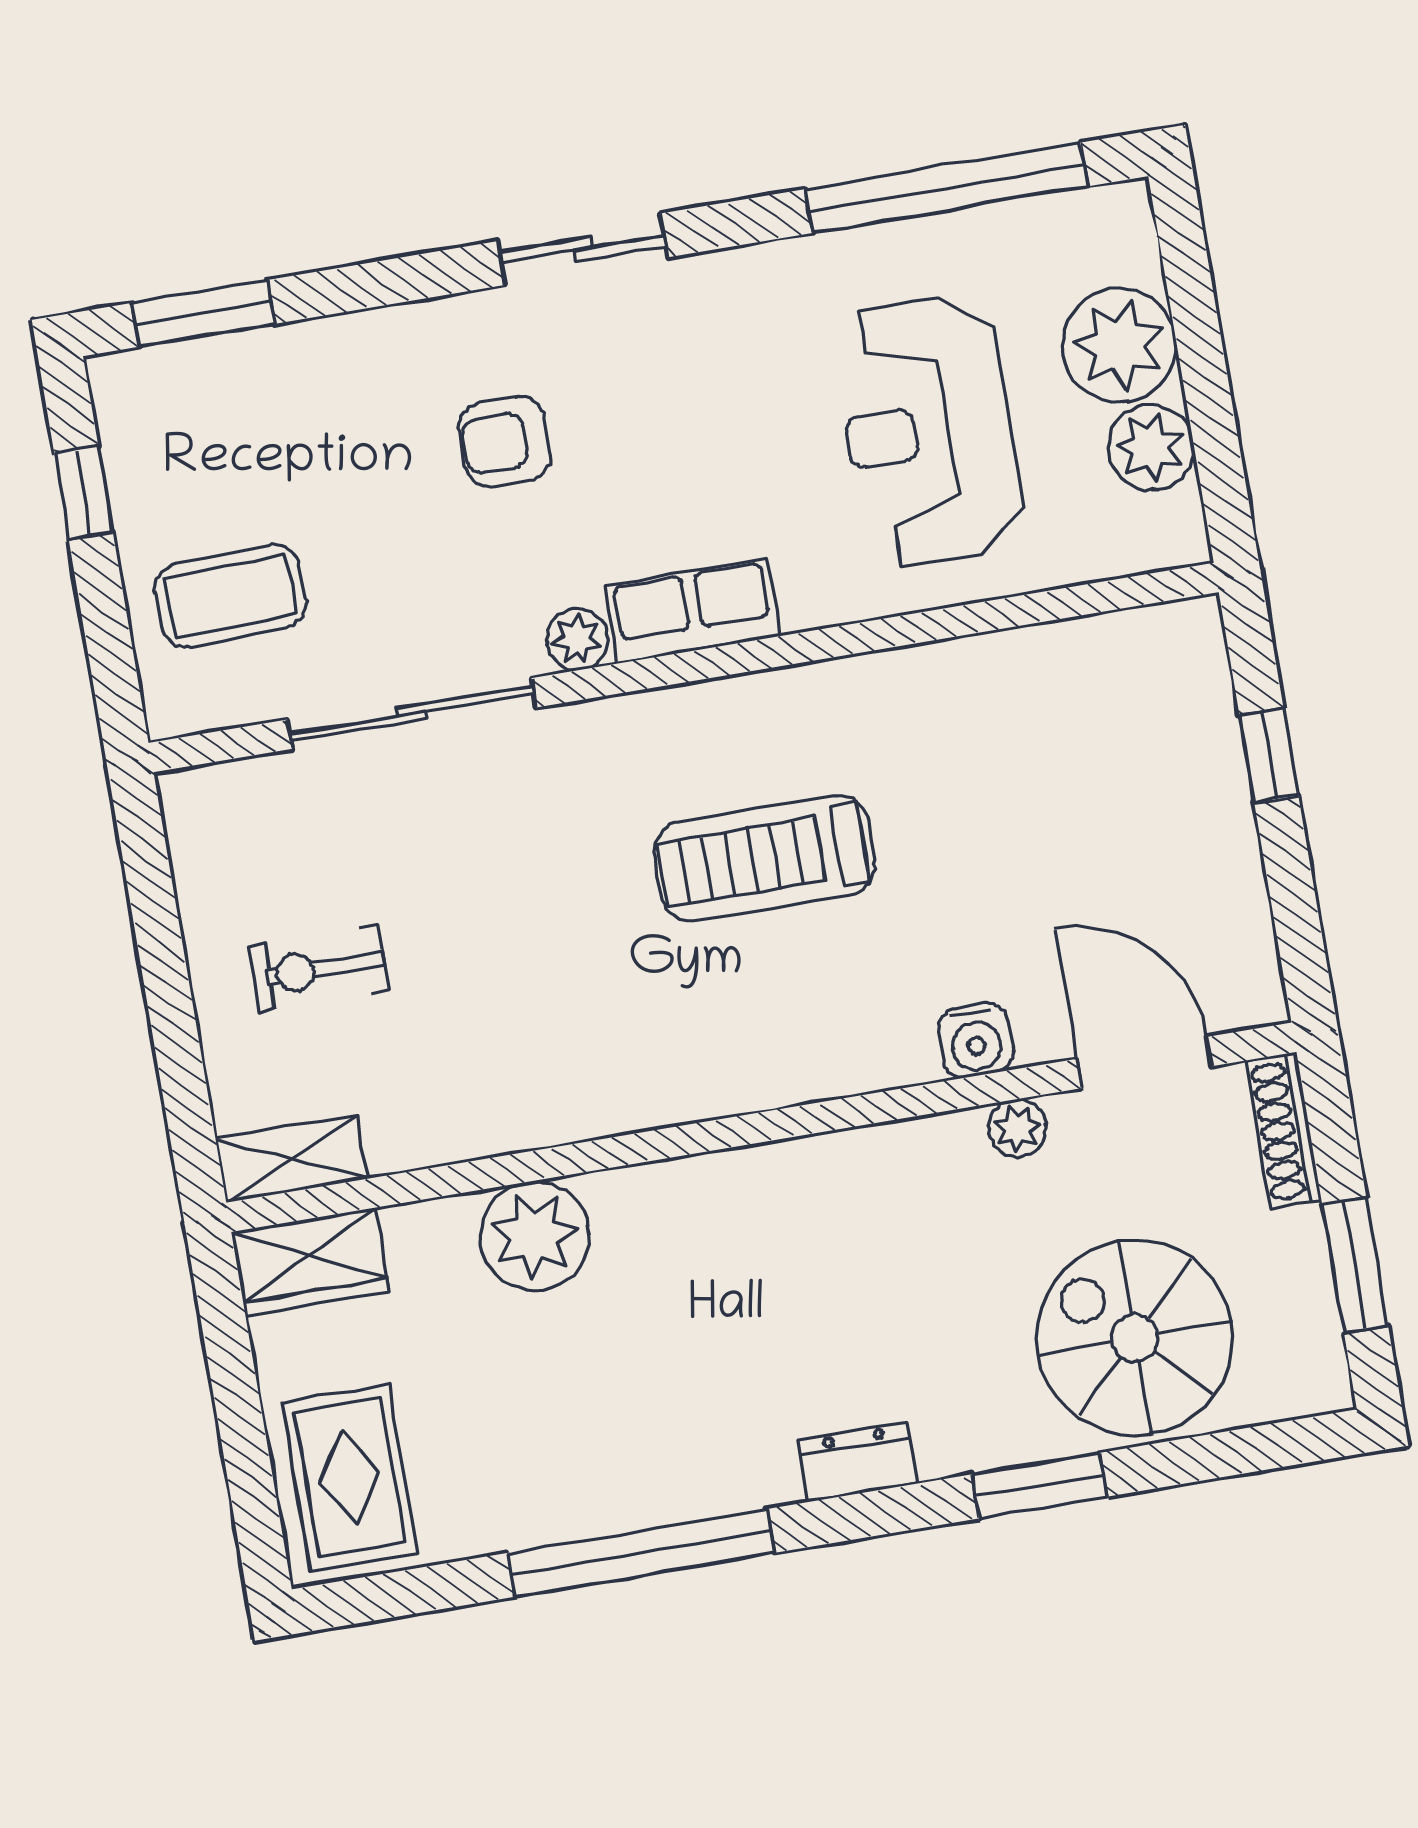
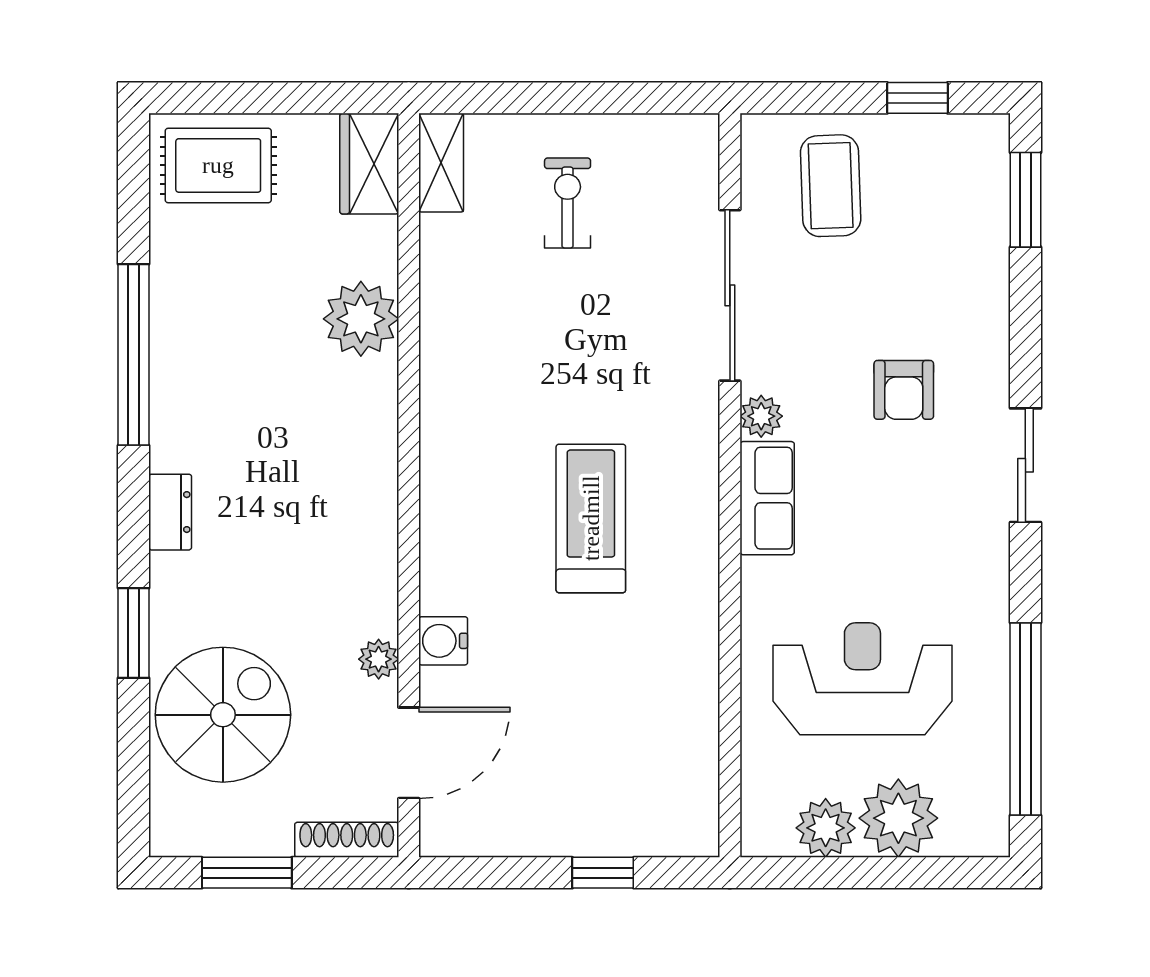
armchair: (505, 442) -> (904, 390), turned 180

